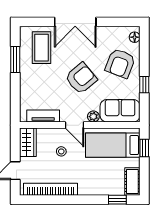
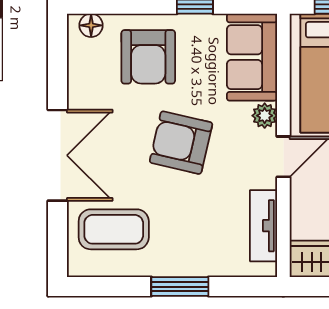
window: (15, 59) -> (180, 287), moved
armchair: (120, 63) -> (148, 57), turned 69
armchair: (81, 78) -> (181, 143), turned -37

